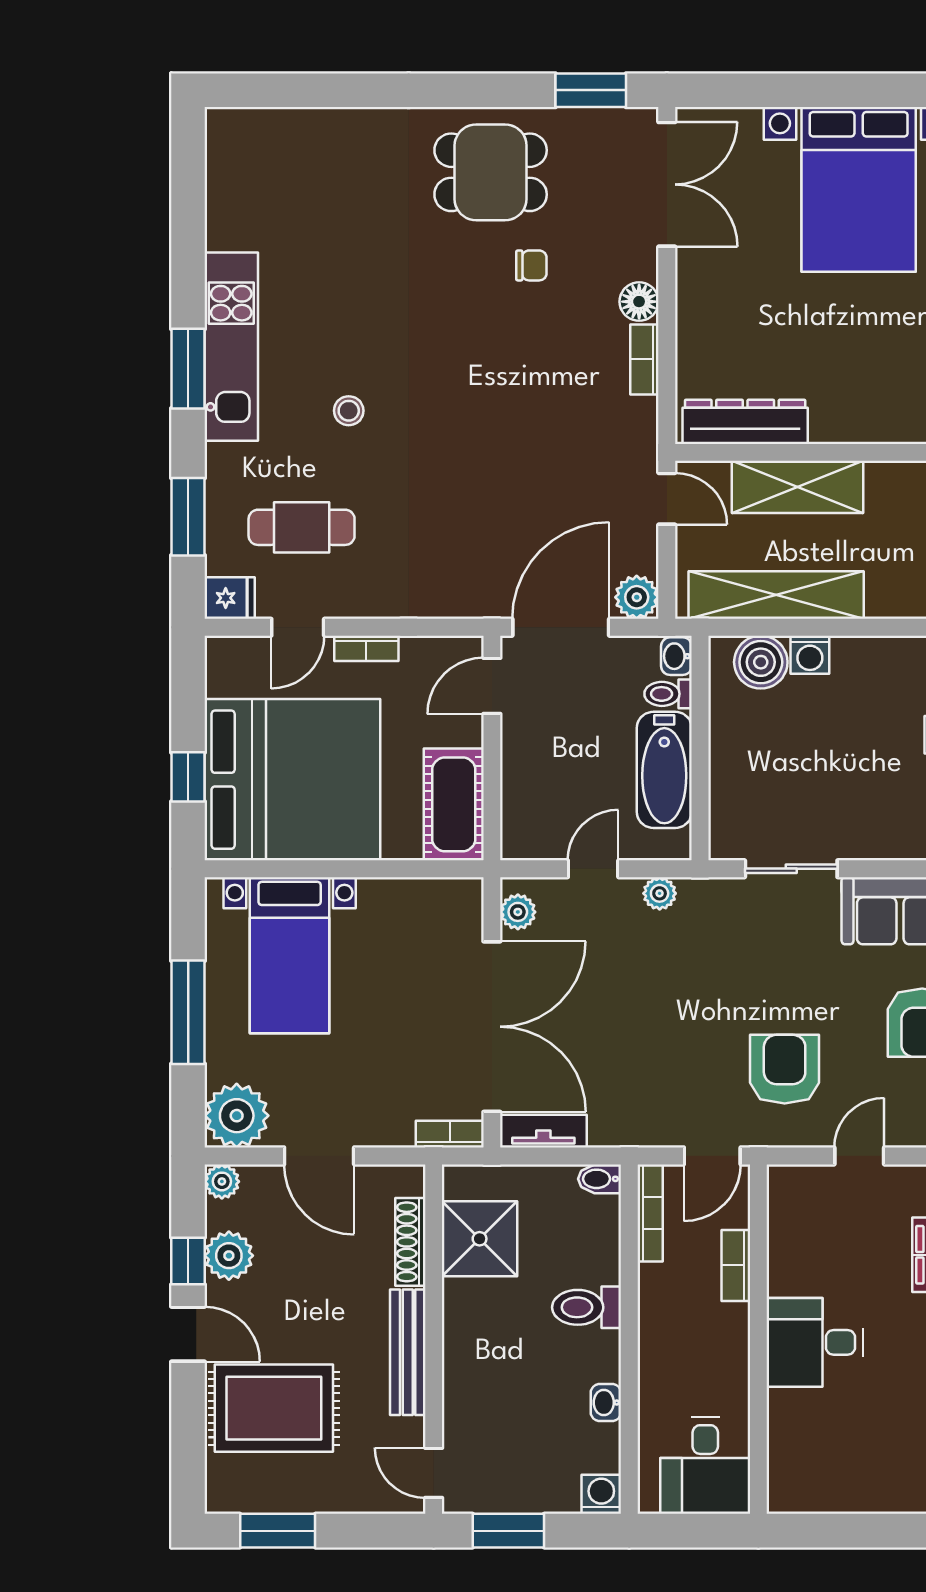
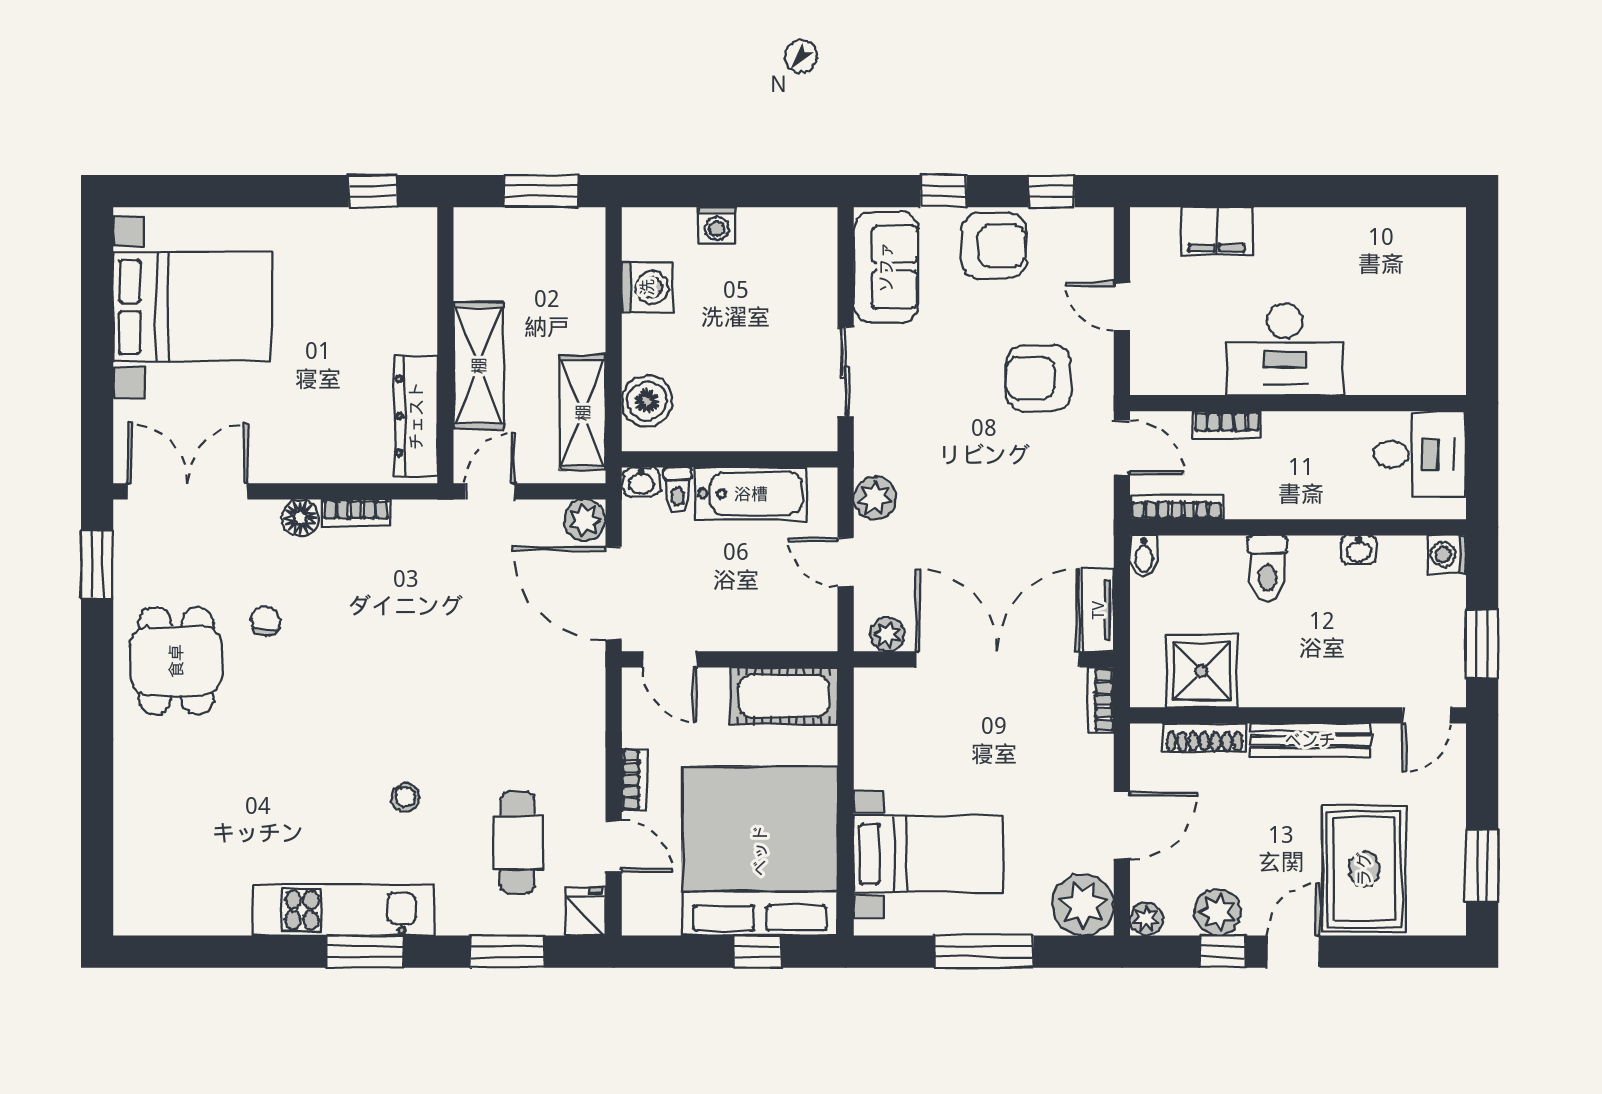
shelving: (776, 595) -> (583, 413), width x0.68
washing machine: (810, 655) -> (647, 287), moved, width x1.38, depth x1.38
plant: (660, 893) -> (875, 498), width x1.38, depth x1.38
desk: (815, 1342) -> (1285, 349), width x1.37

